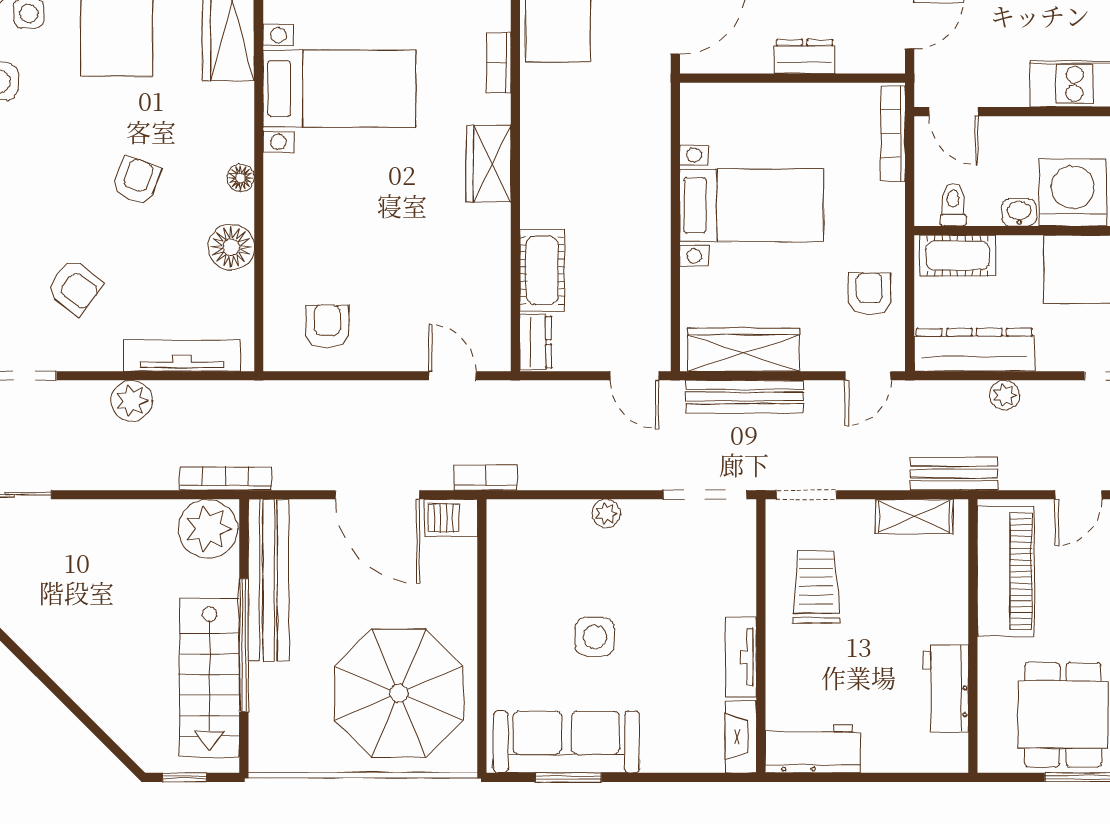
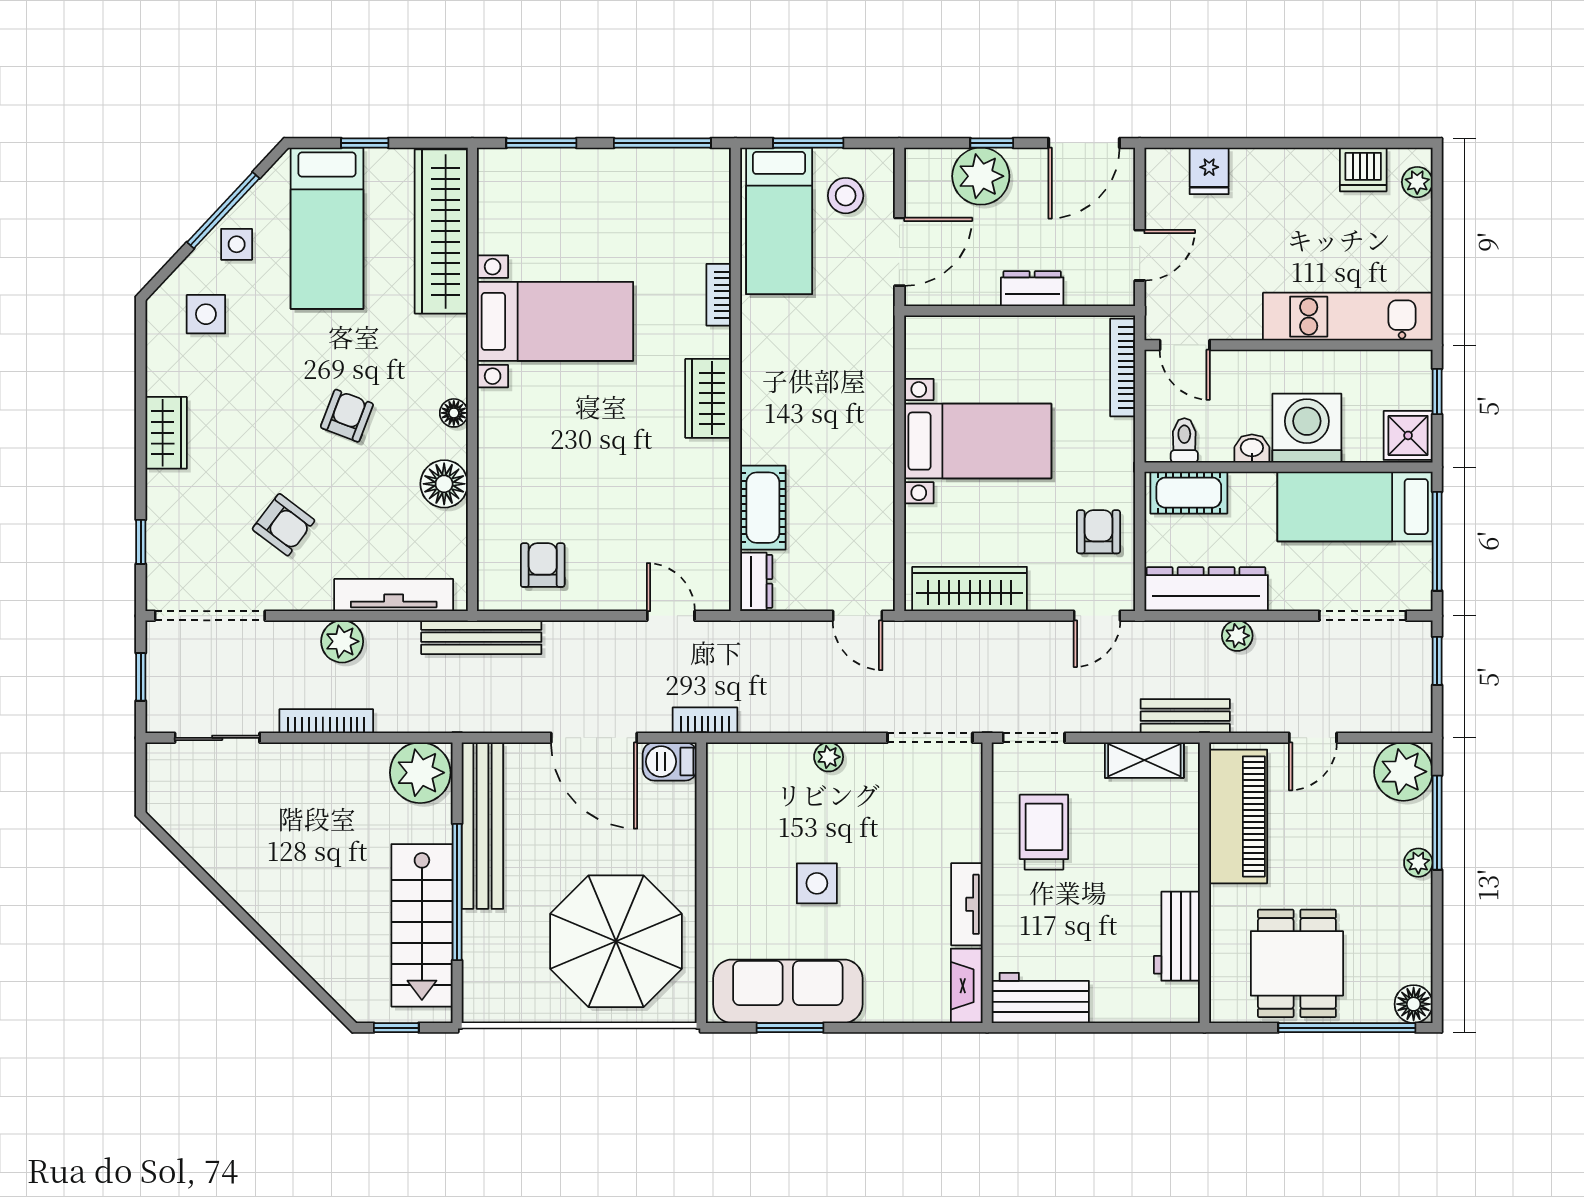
bench: (745, 397) -> (481, 637), moved
bookcase: (226, 479) -> (326, 721), moved

